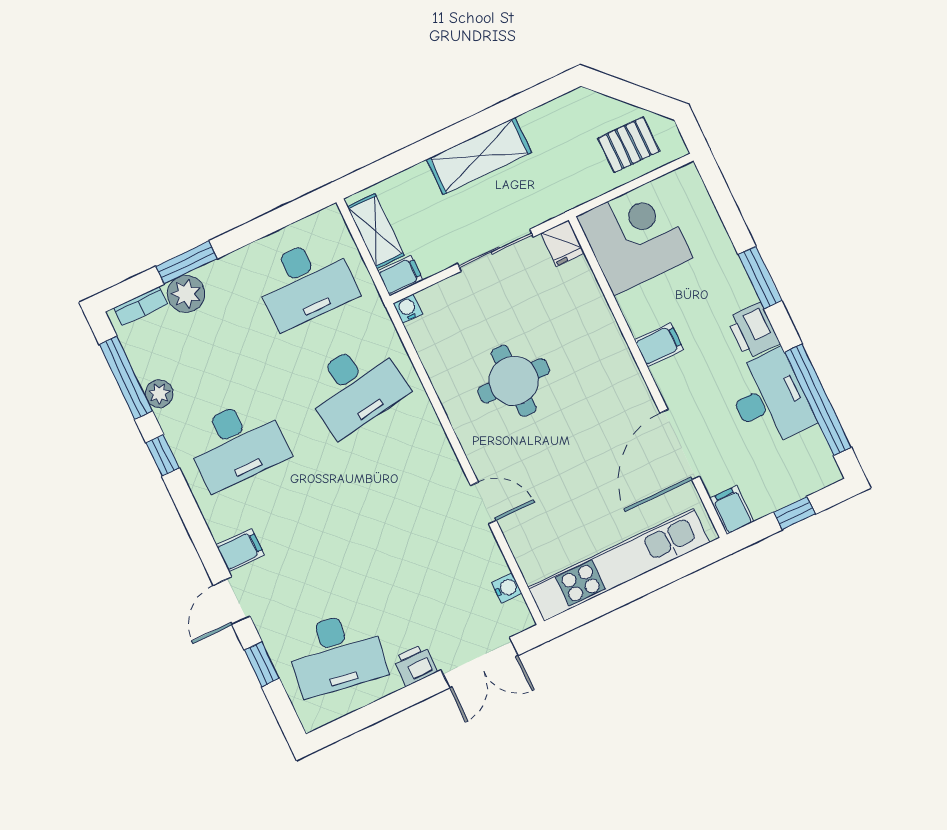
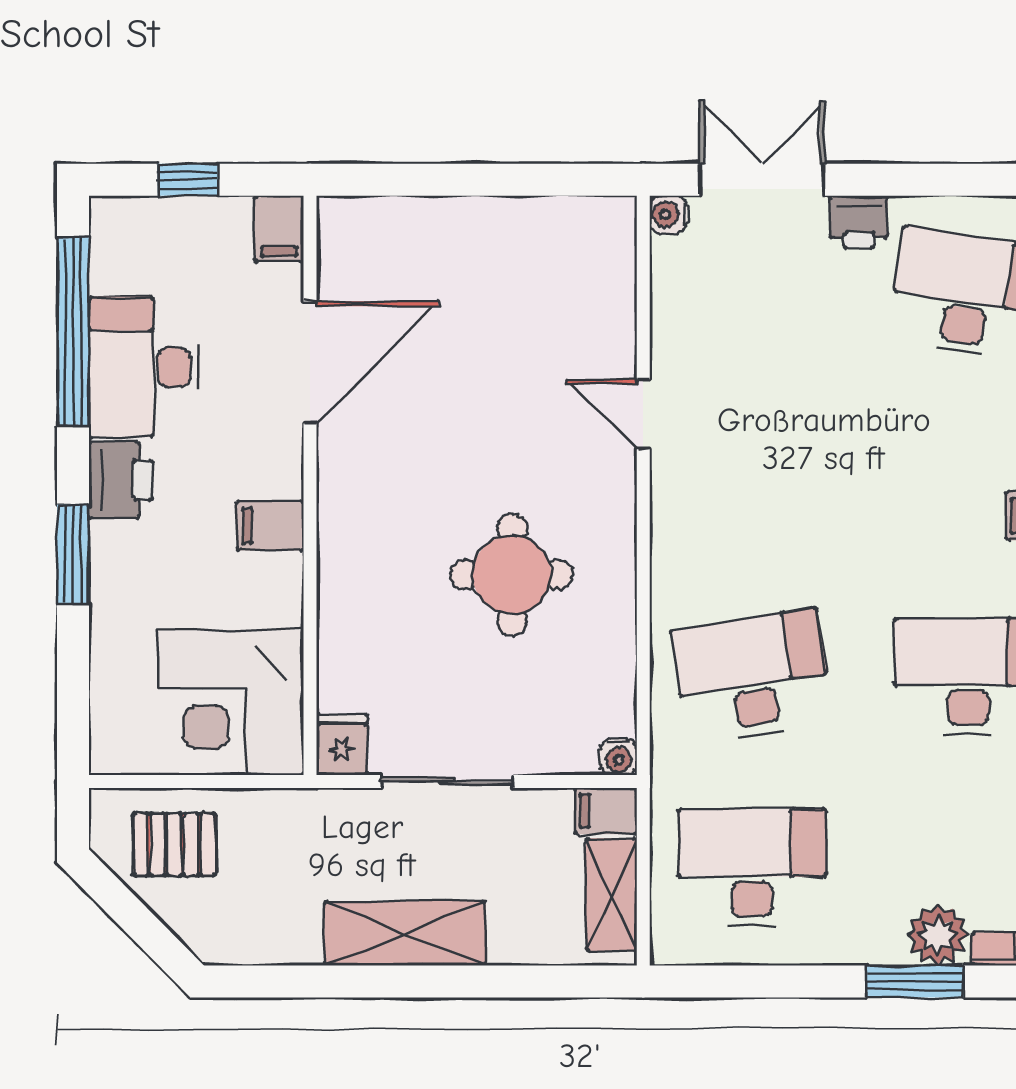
kitchen unit: (619, 565) -> (486, 227), removed
water cooler: (507, 588) -> (668, 214), moved

